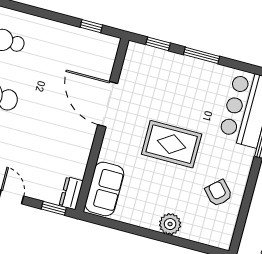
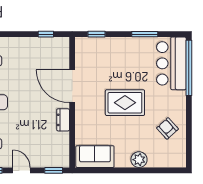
window: (202, 55) -> (145, 34), moved
sofa: (105, 189) -> (95, 157), moved, turned -90
dresser: (71, 193) -> (63, 120), moved

